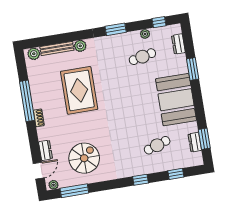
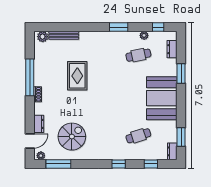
plant: (80, 46) -> (85, 36), removed
rug: (79, 90) -> (77, 76), width x0.73, depth x0.69
dresser: (195, 142) -> (172, 151), moved

